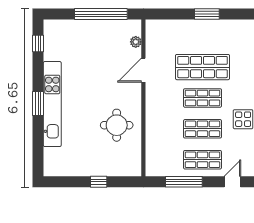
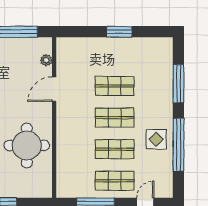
shop shelf: (202, 67) -> (115, 86), width x0.70, depth x0.74
round table: (117, 125) -> (27, 145), width x1.36, depth x1.36

